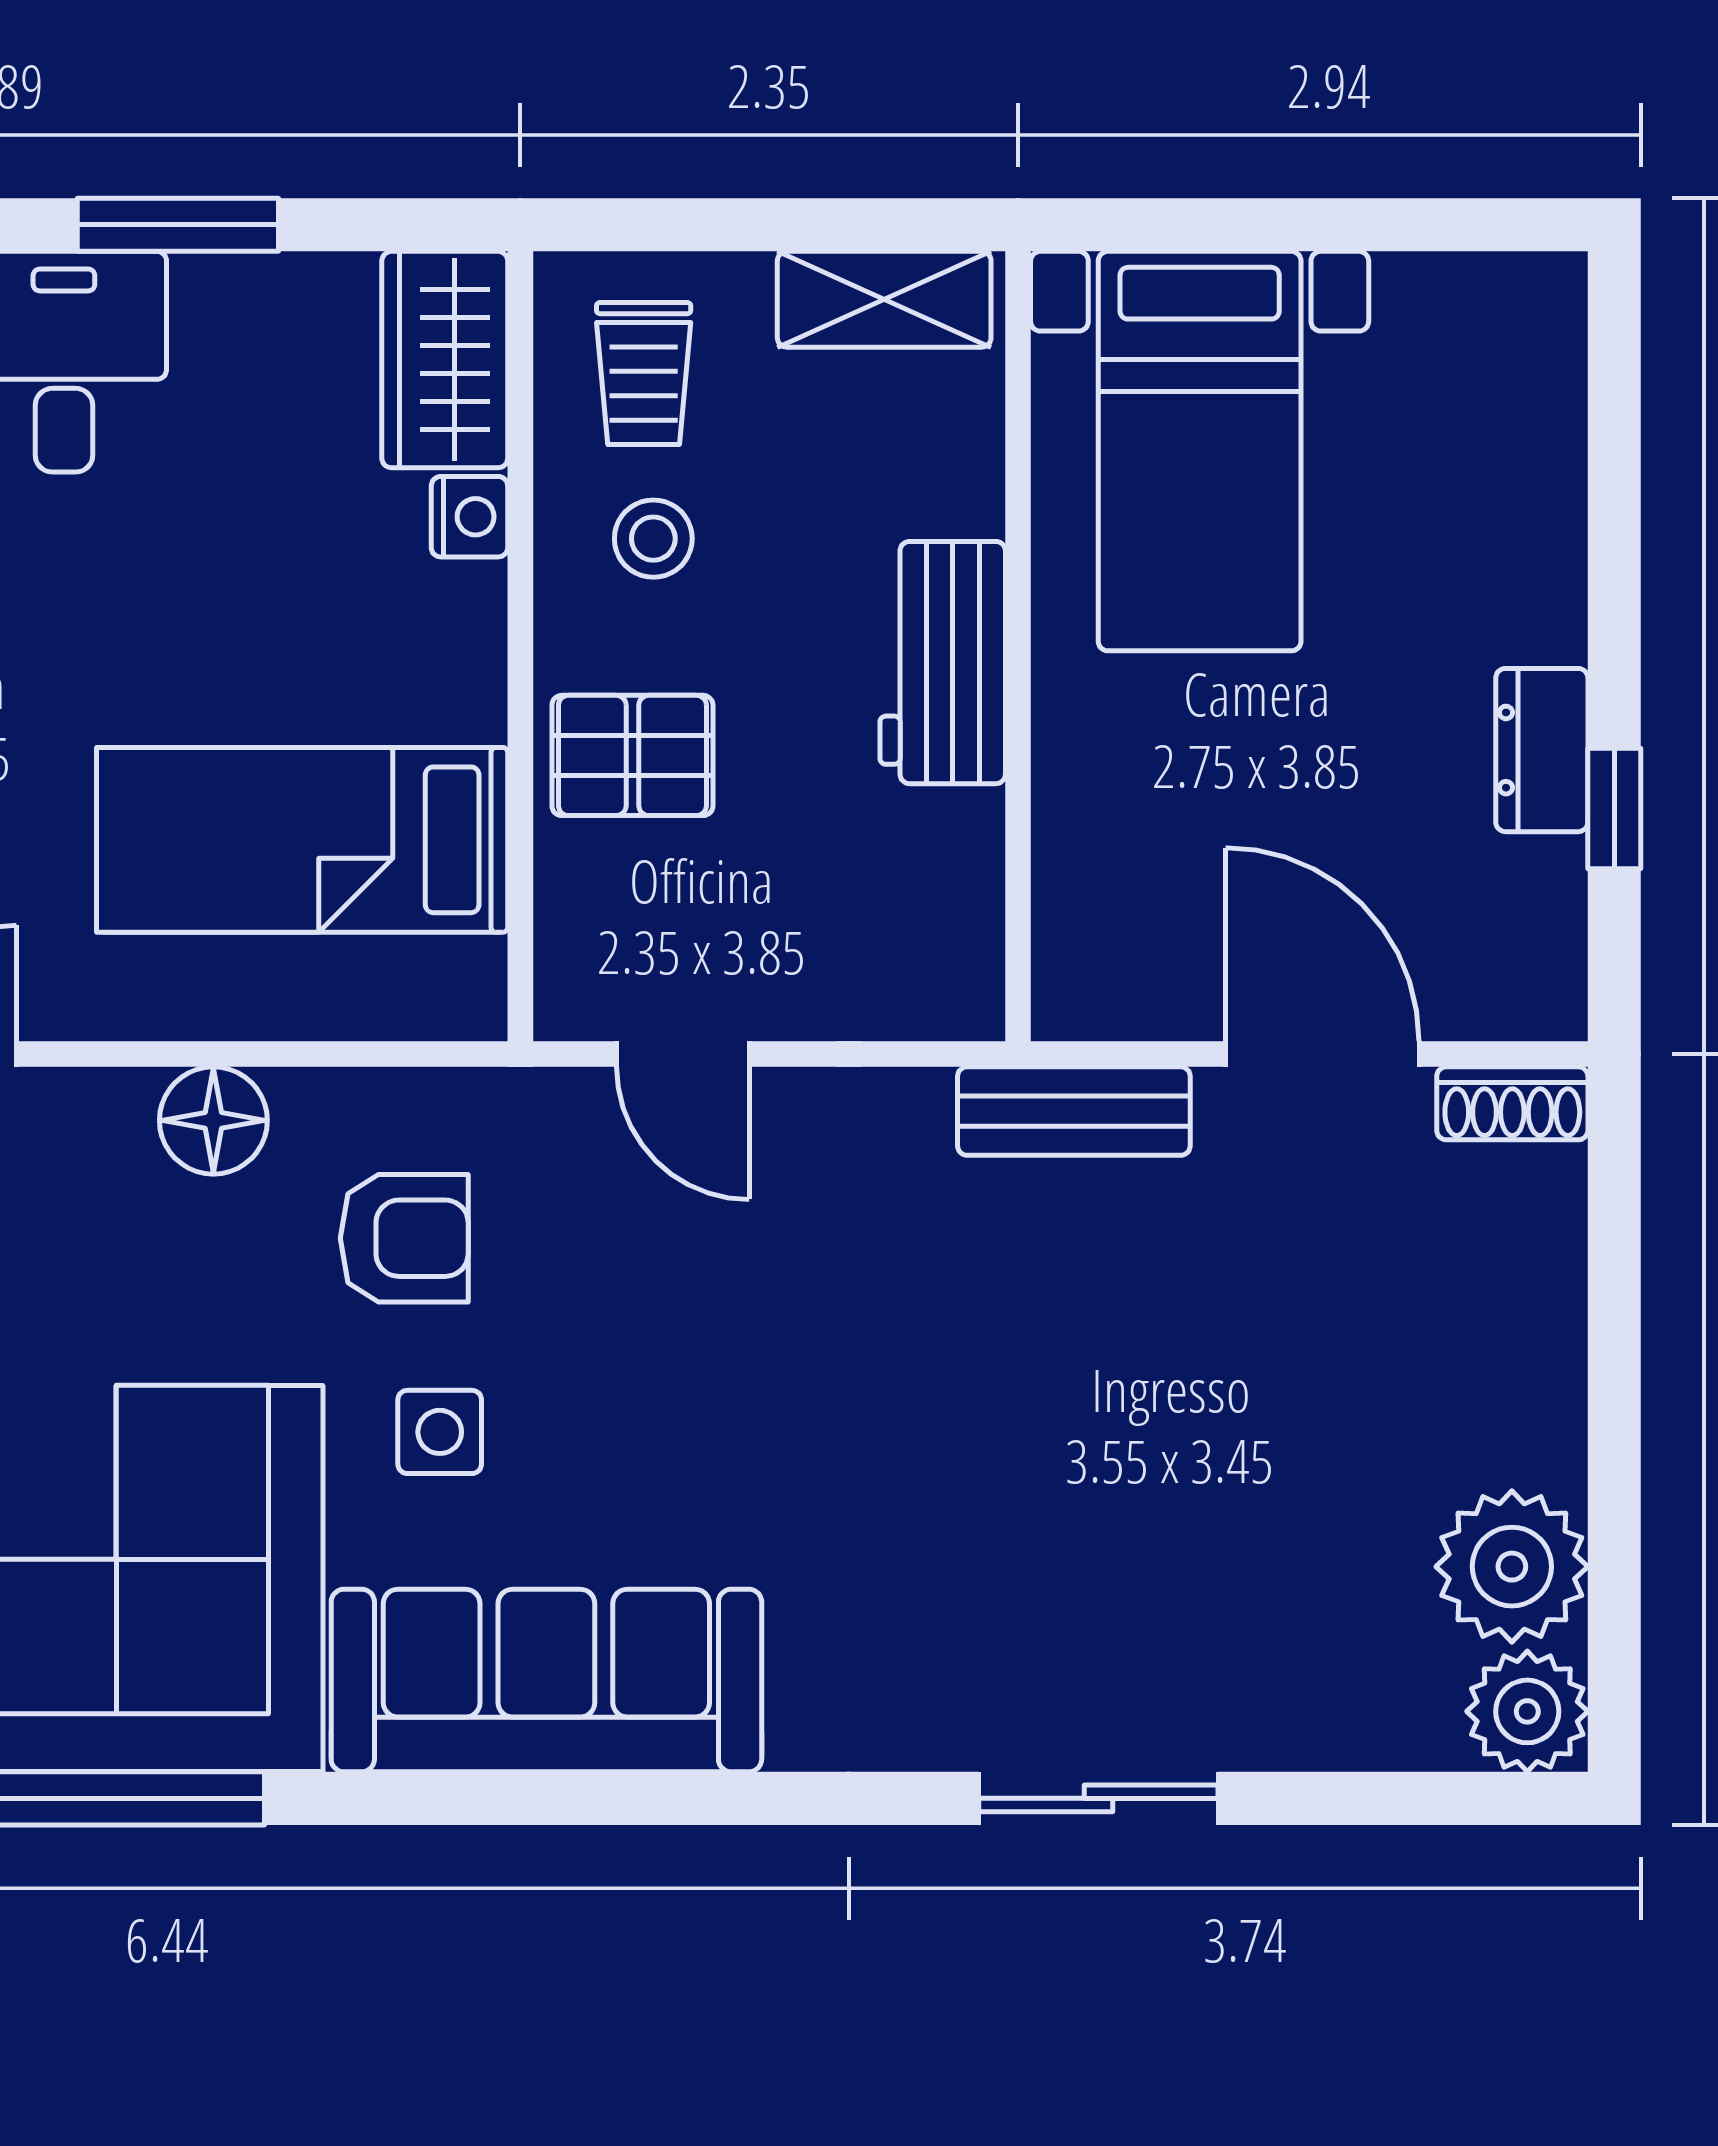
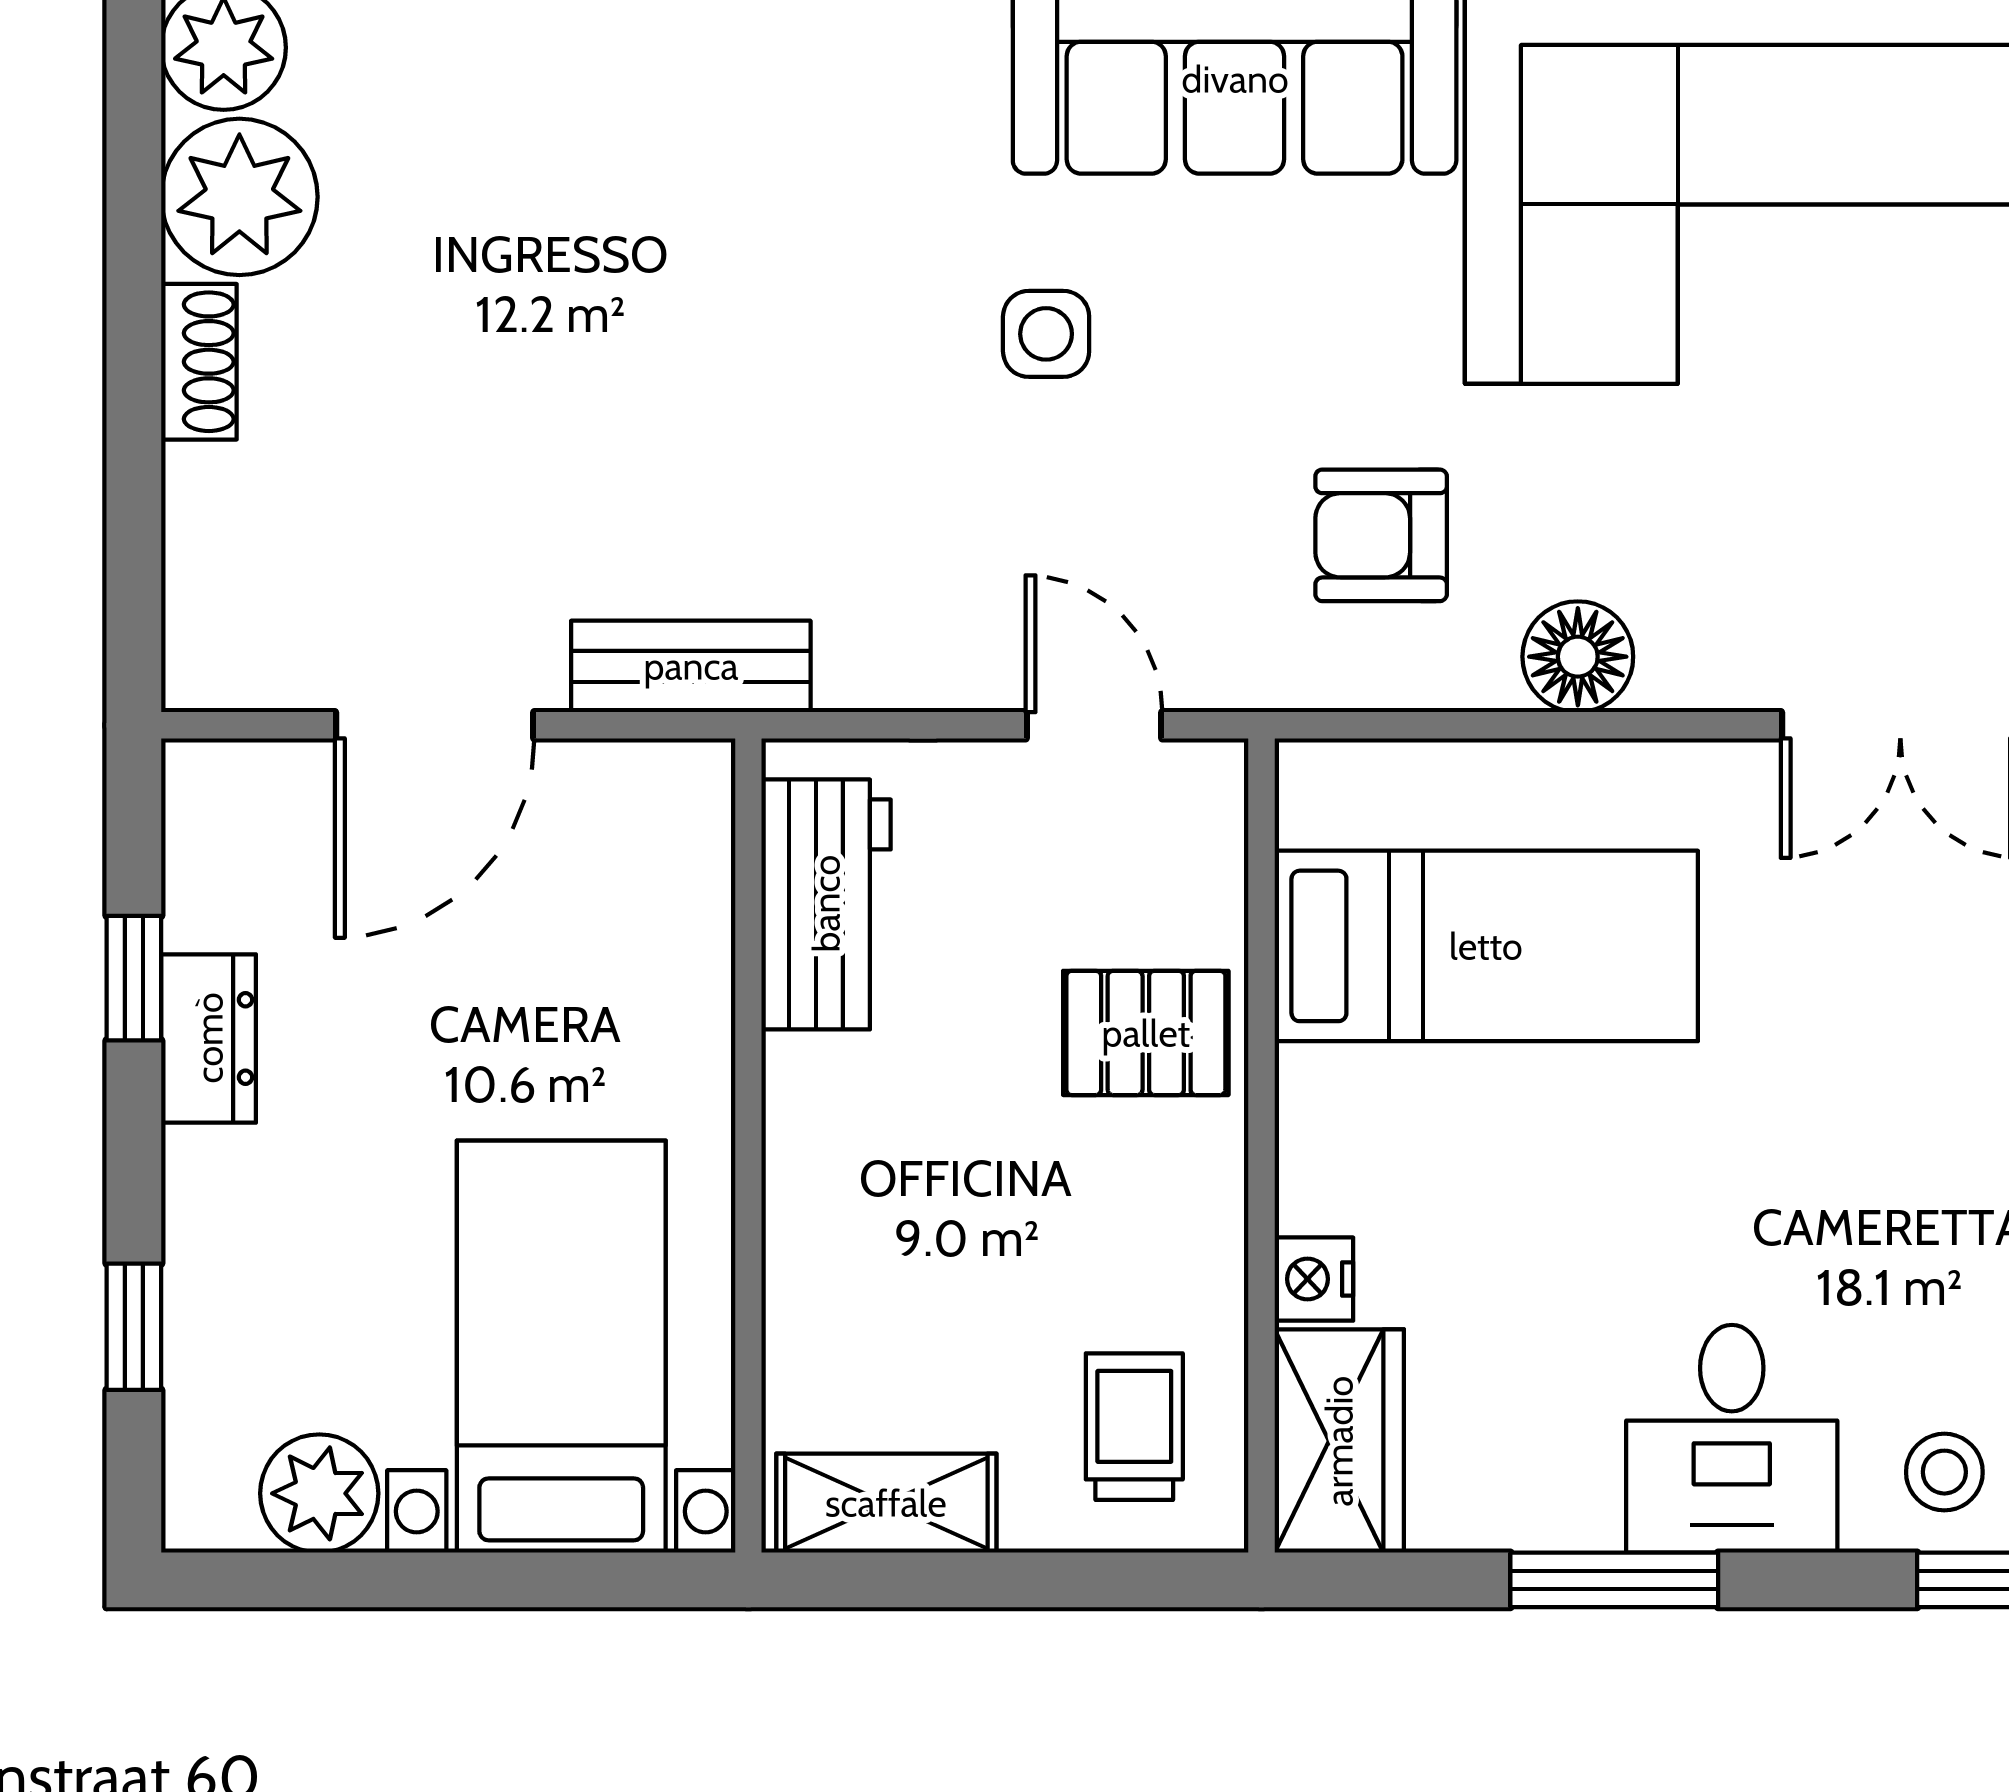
plant: (1434, 309) -> (319, 1493), added
window: (1614, 470) -> (134, 1327), added
stool: (653, 539) -> (1124, 1256), removed
workbench: (943, 663) -> (826, 904), moved
door: (1322, 1054) -> (435, 725), hinge flipped
shoe rack: (1512, 1103) -> (199, 362), moved, turned 90
side table: (440, 1432) -> (1046, 334), moved

